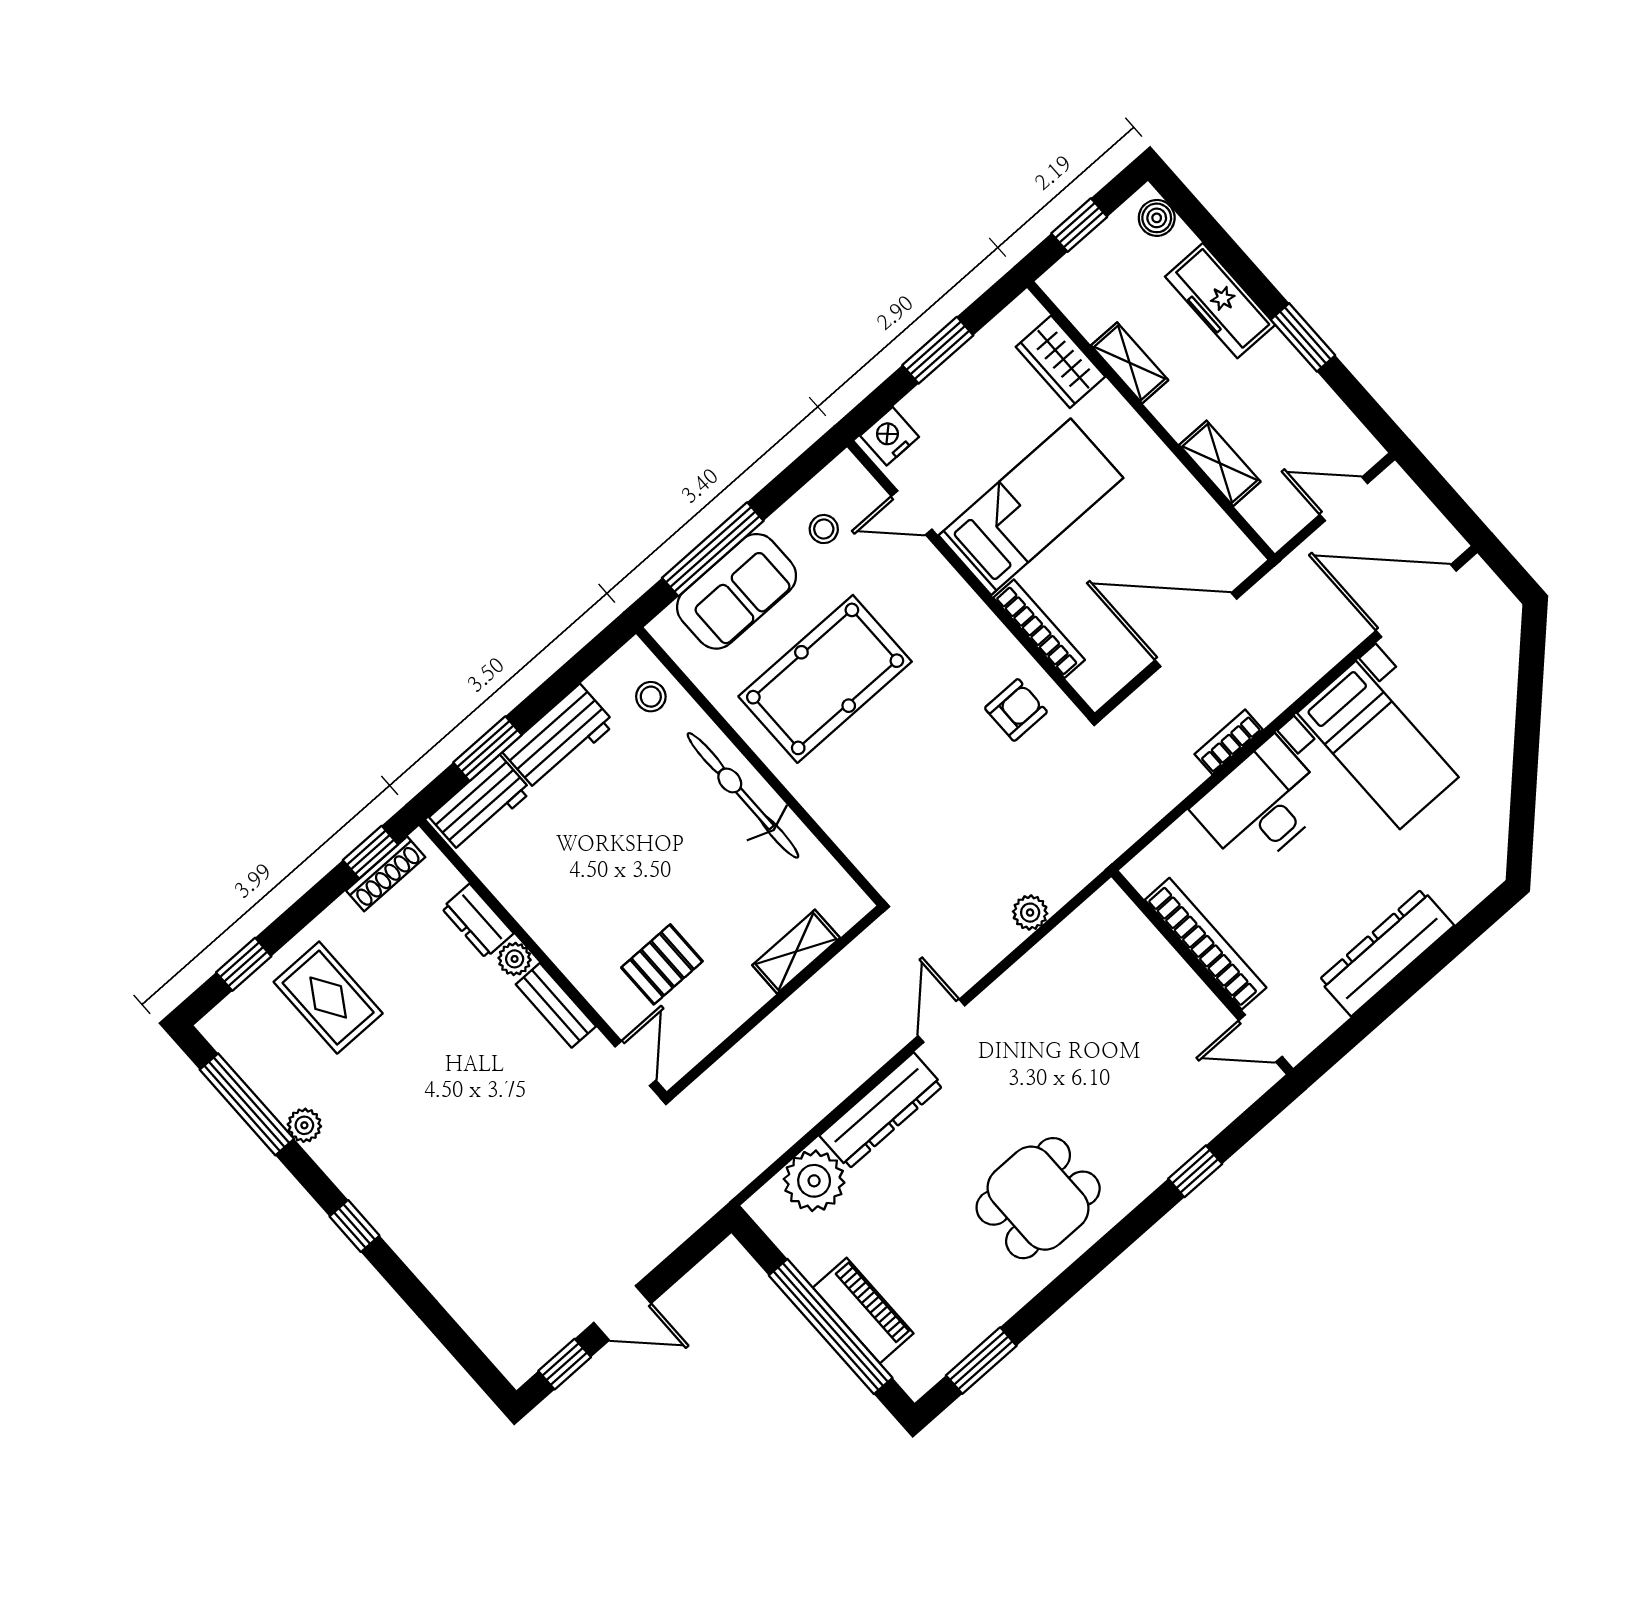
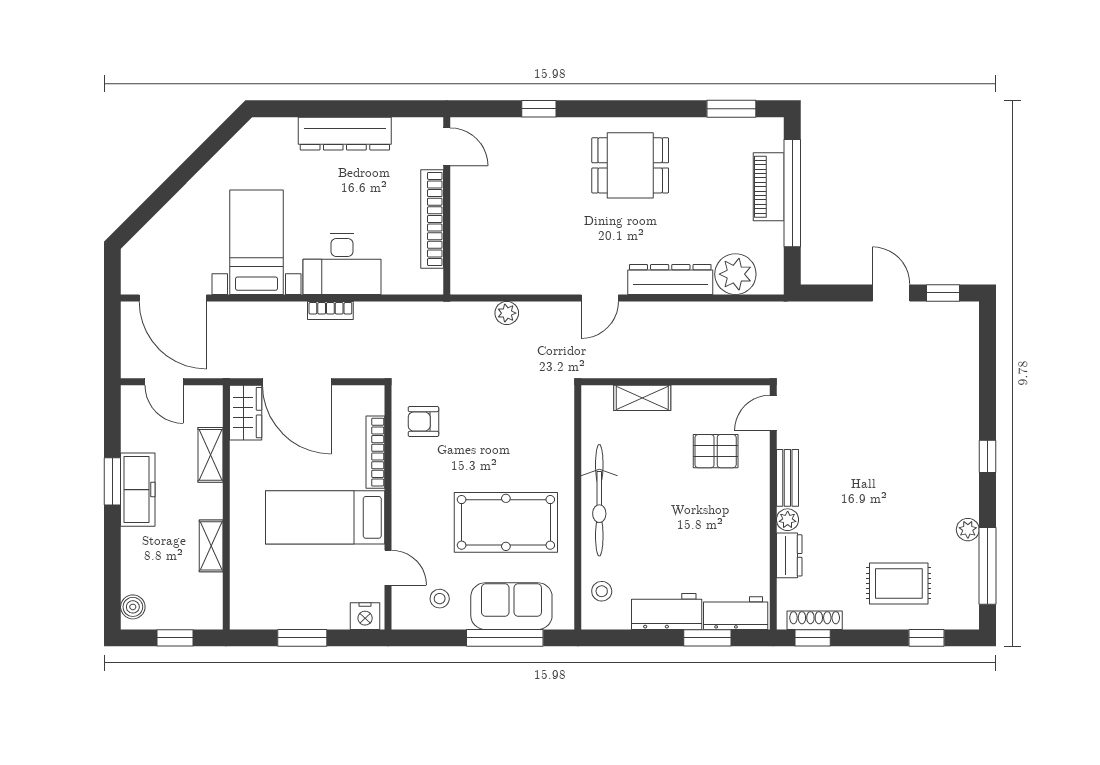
freezer: (1220, 301) -> (138, 490), moved
wardrobe: (1060, 362) -> (246, 413), moved
rug: (328, 998) -> (899, 583), turned 90

